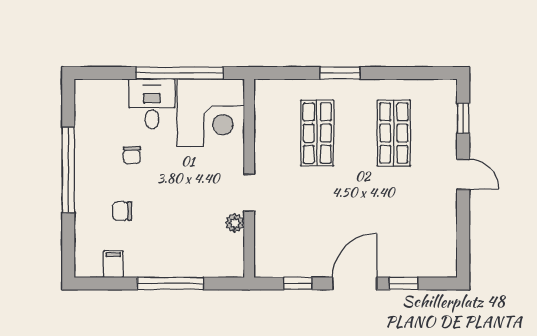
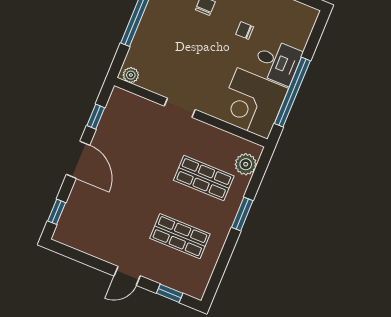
plant: (282, 92) -> (246, 164), added
plant: (235, 223) -> (131, 75), moved
window: (404, 283) -> (57, 212), moved

